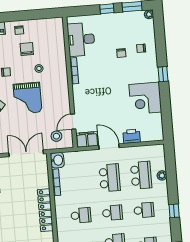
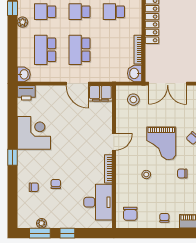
plant: (149, 14) -> (42, 223), moved
chair: (27, 49) -> (130, 214), moved
grand piano: (28, 98) -> (161, 143), turned 180
door: (73, 122) -> (114, 142), moved
printer: (132, 136) -> (26, 93), moved
washbasin: (159, 151) -> (24, 74), added
plant: (162, 175) -> (23, 22), moved

